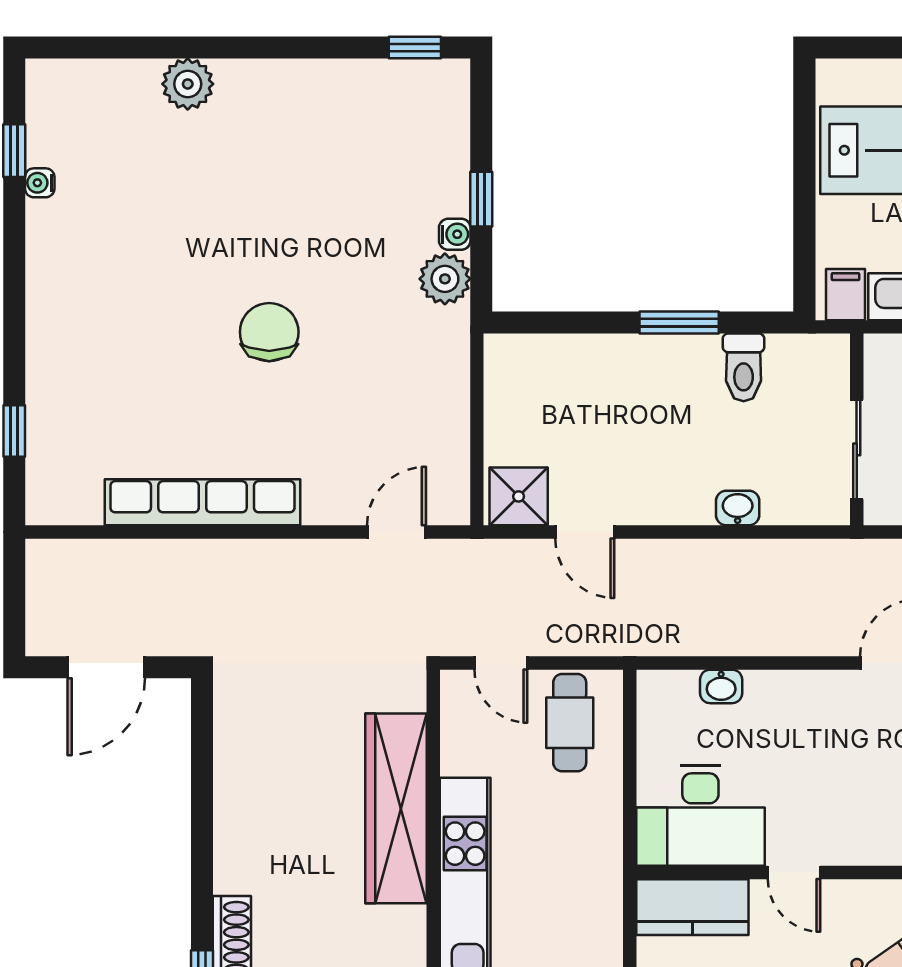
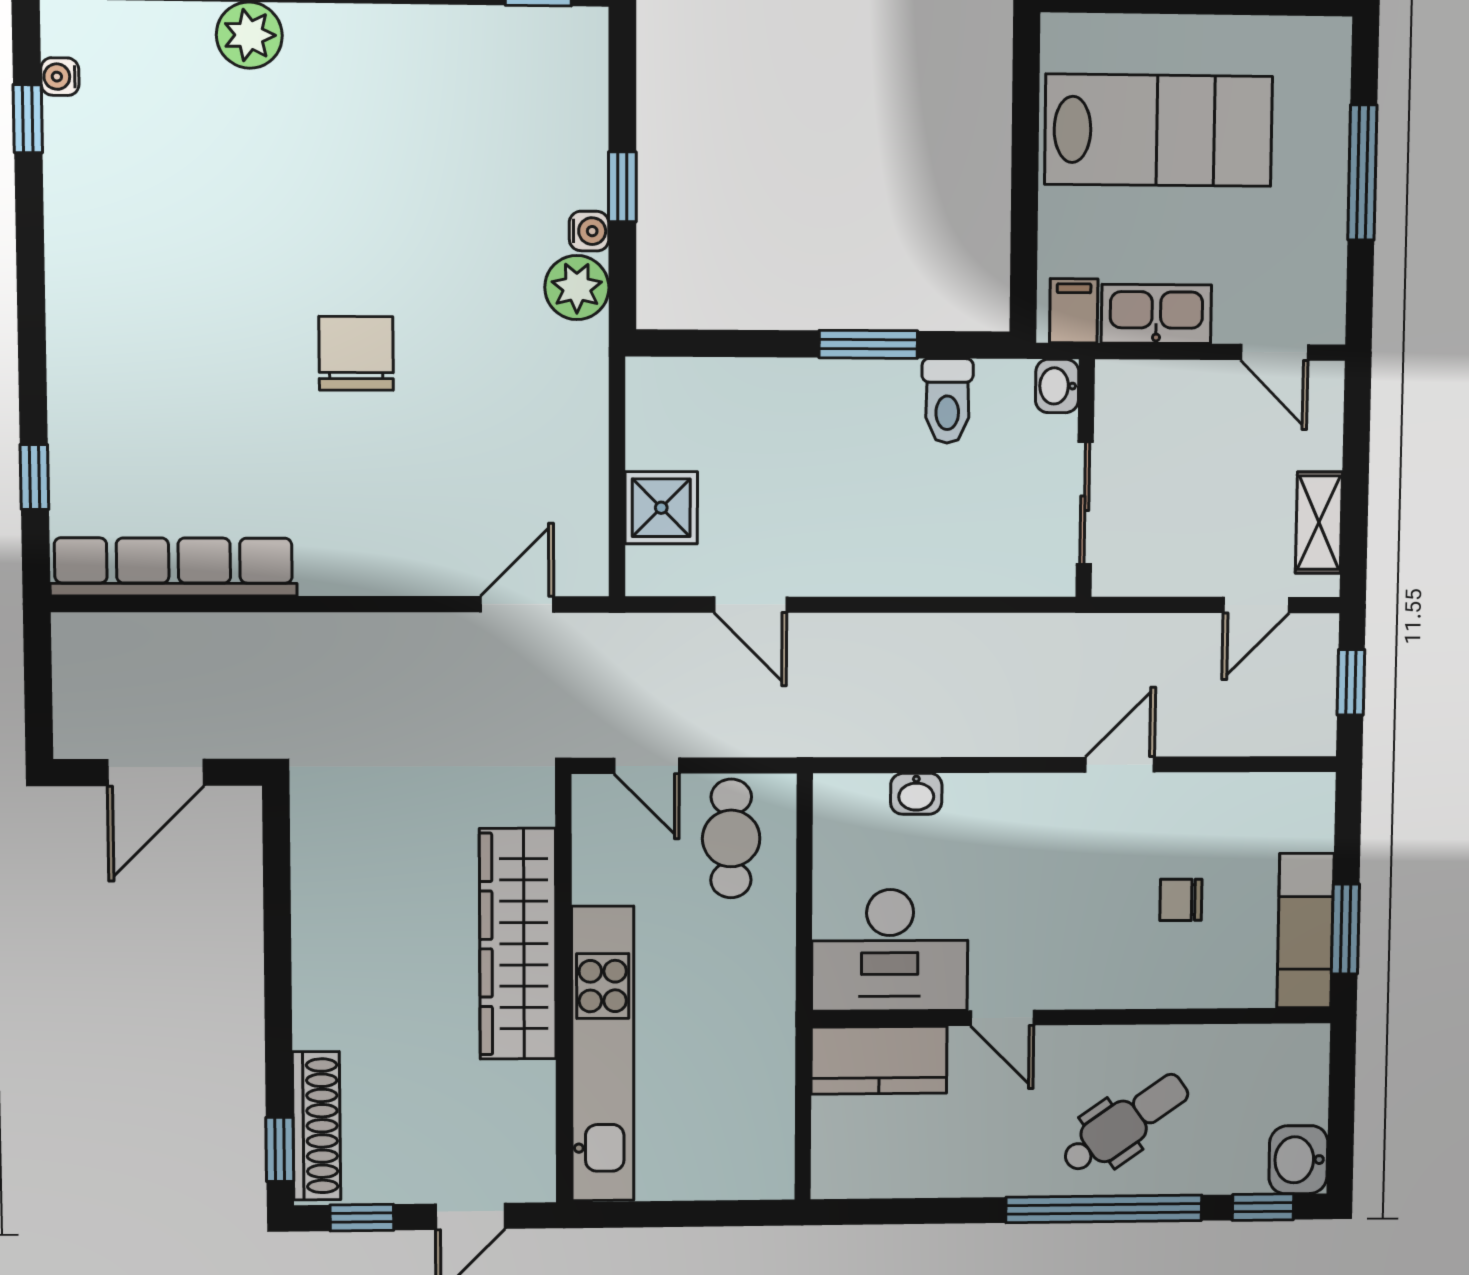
water cooler: (40, 183) -> (60, 77), moved
shower: (519, 496) -> (661, 508), moved
row of seats: (202, 502) -> (174, 567), moved
washbasin: (738, 508) -> (1057, 386), moved, turned -90

